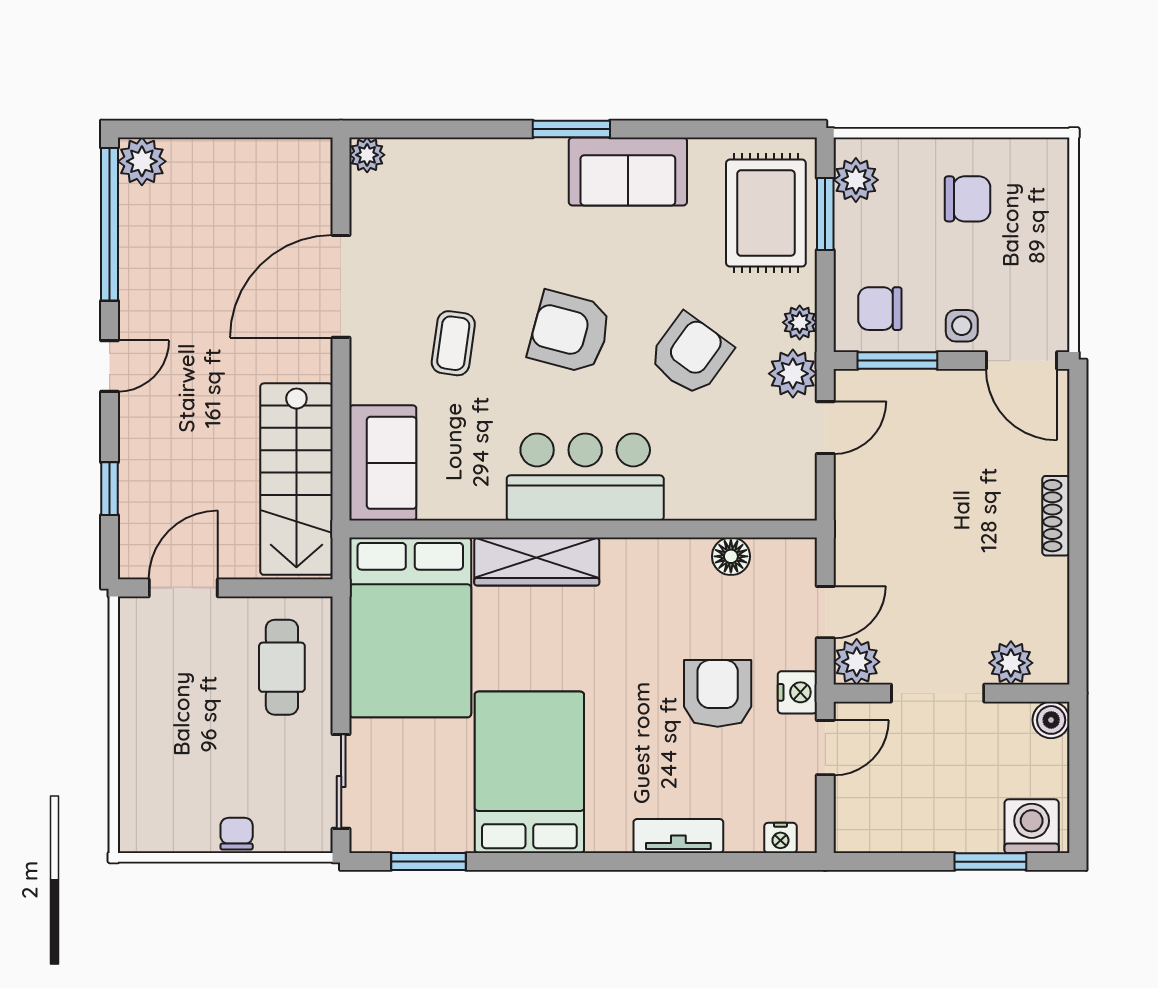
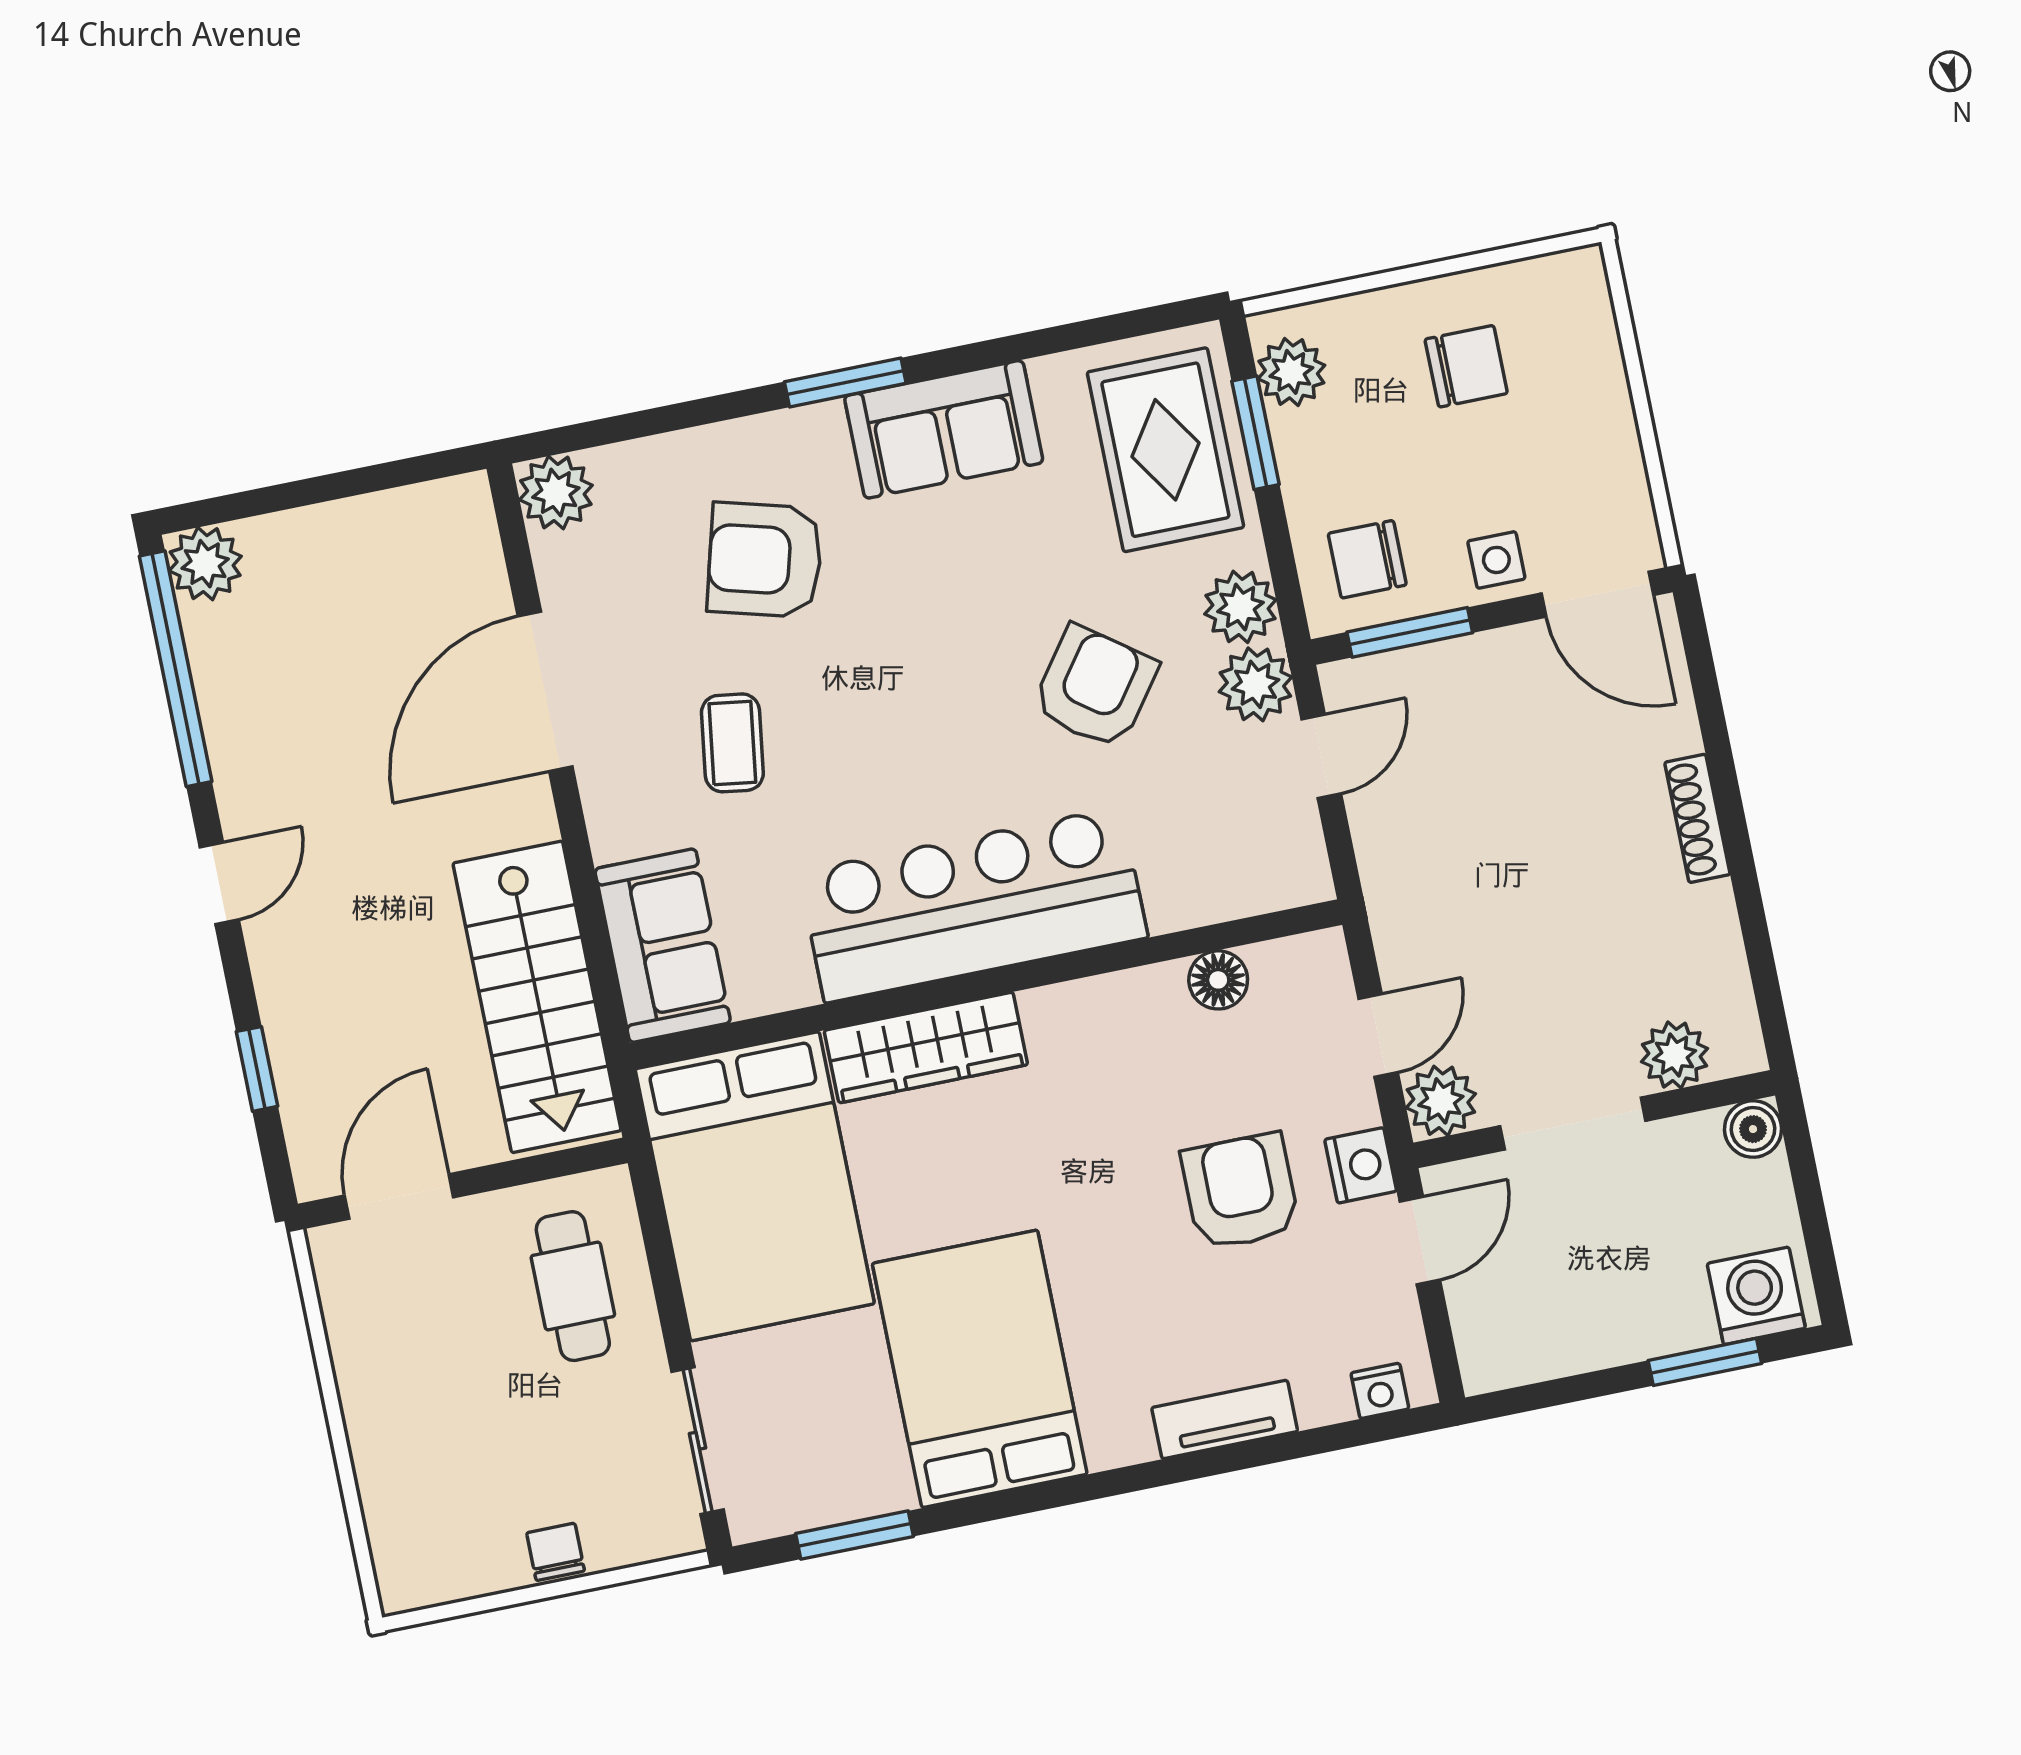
plant: (367, 155) -> (556, 493), width x1.38, depth x1.38
plant: (800, 322) -> (1240, 607), width x1.38, depth x1.38
armchair: (570, 332) -> (765, 560), moved
bar counter: (585, 477) -> (973, 905), width x1.36

